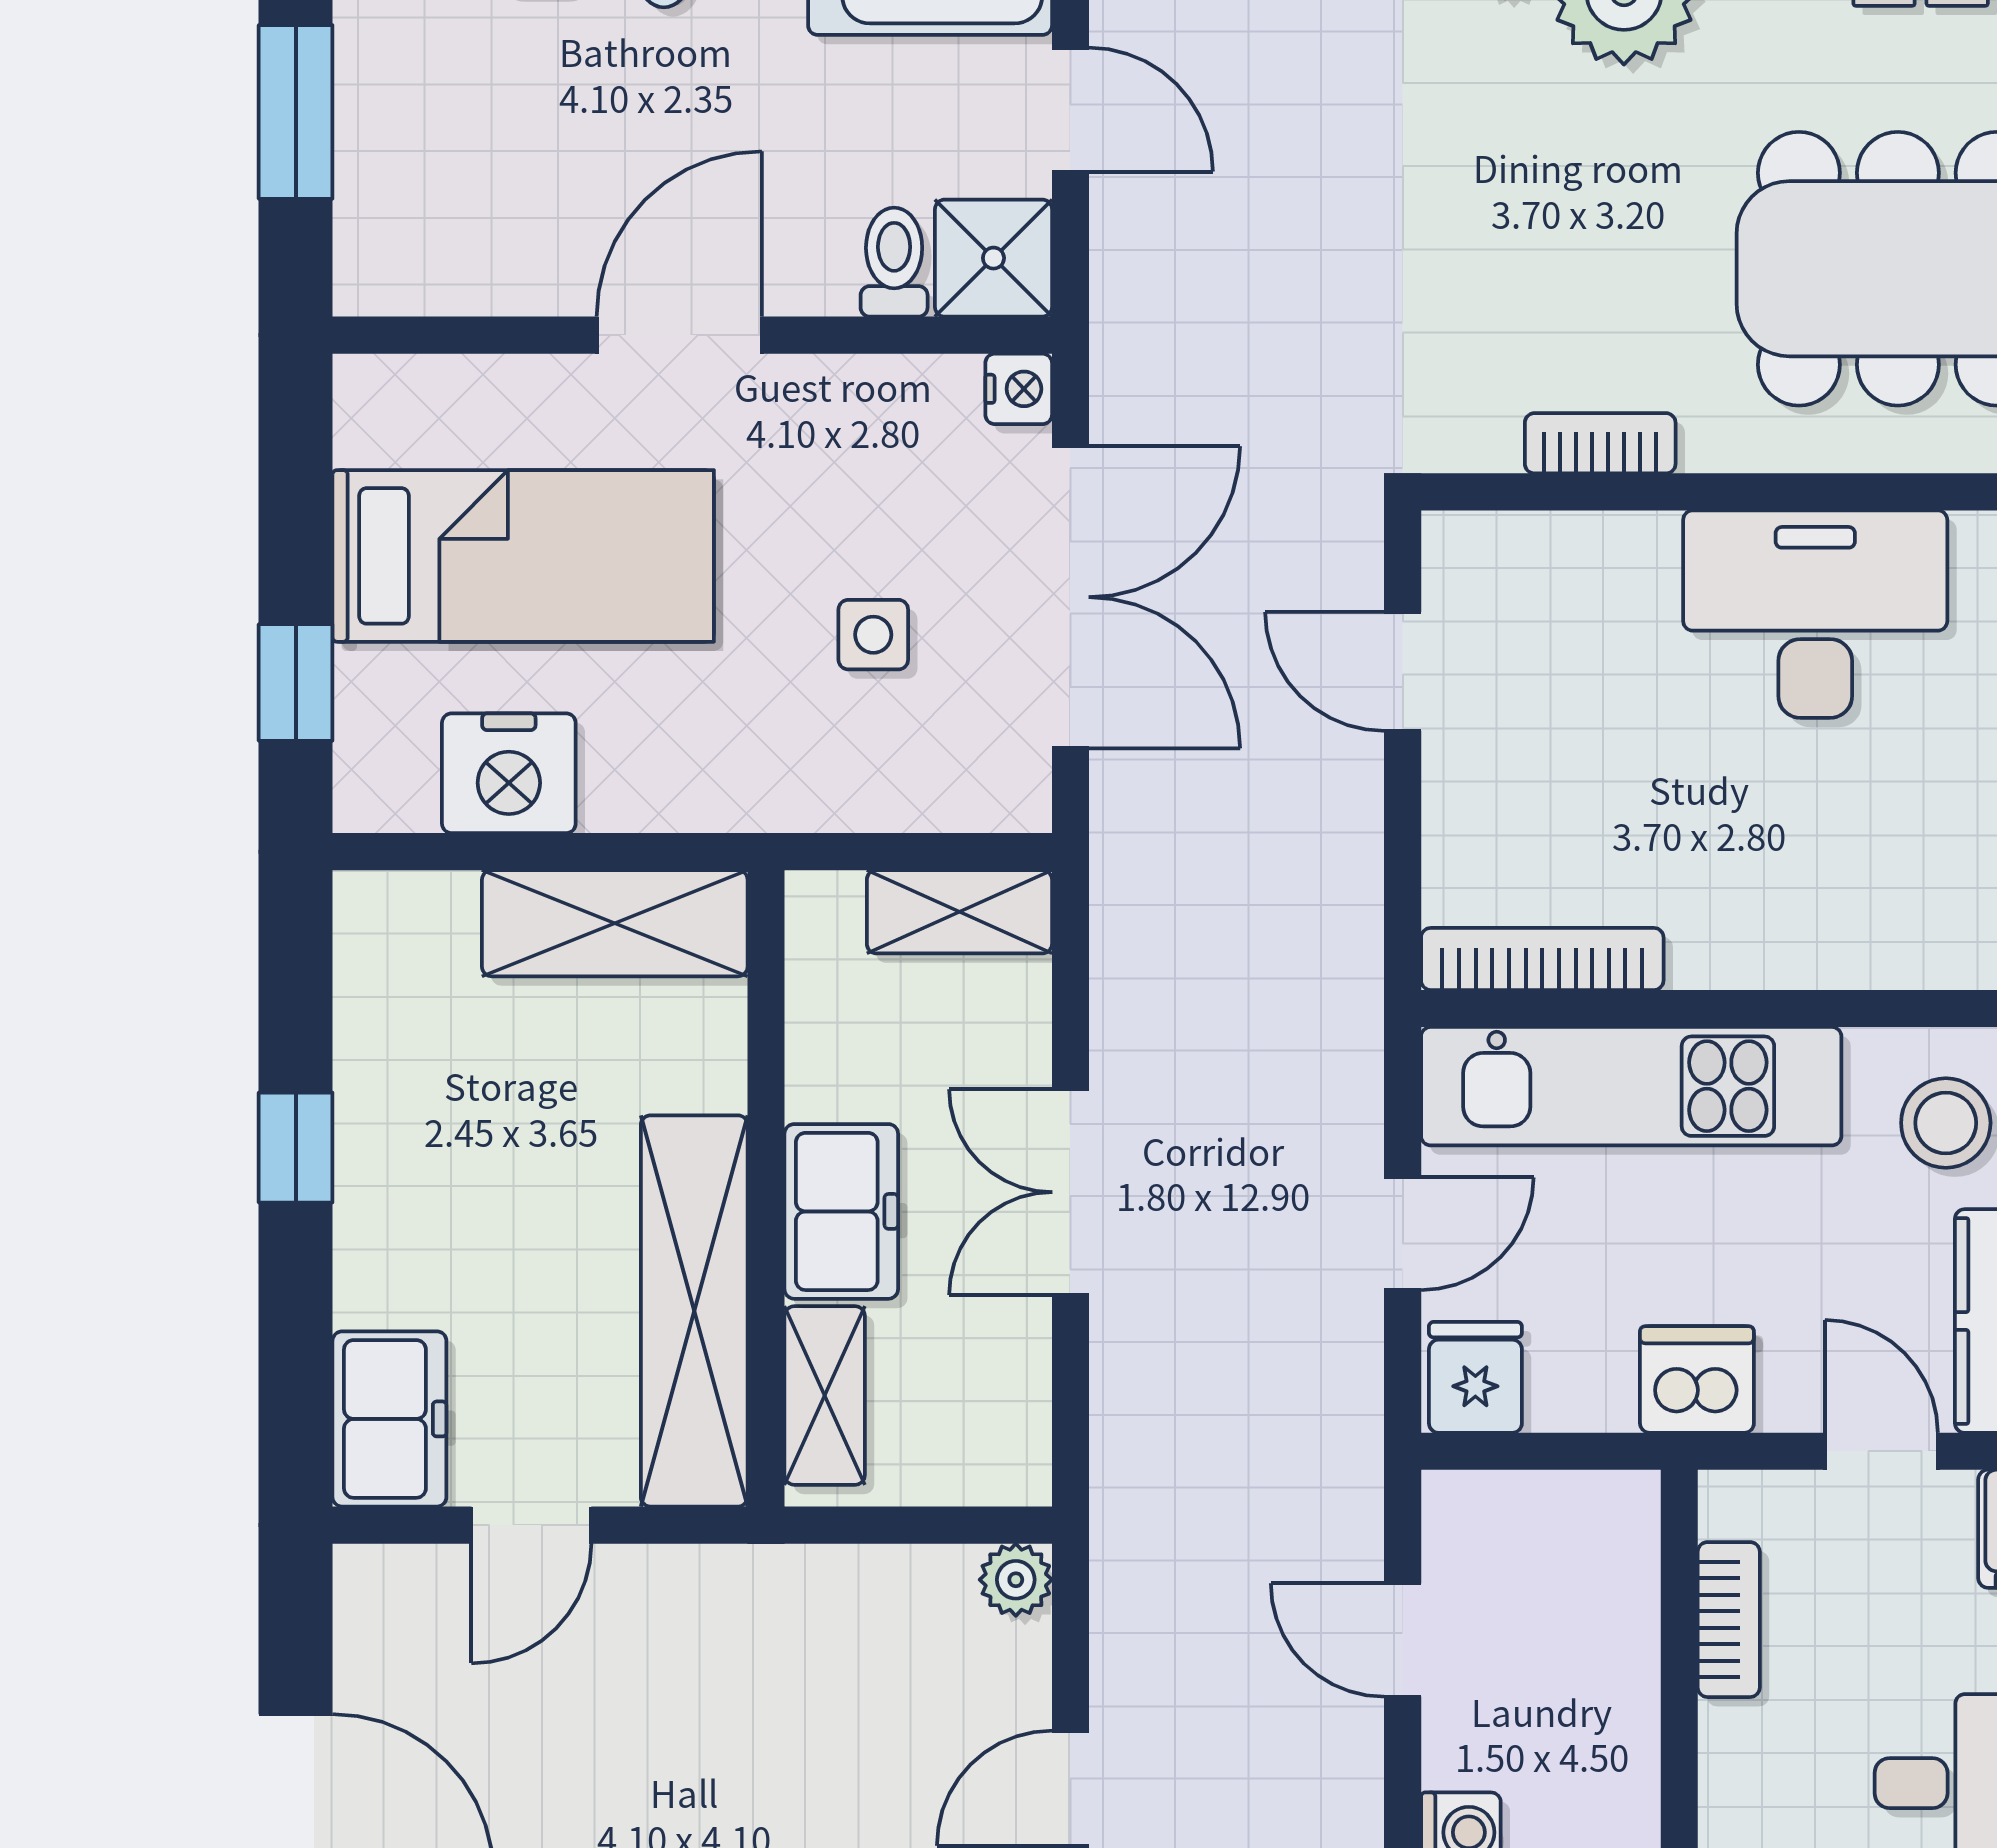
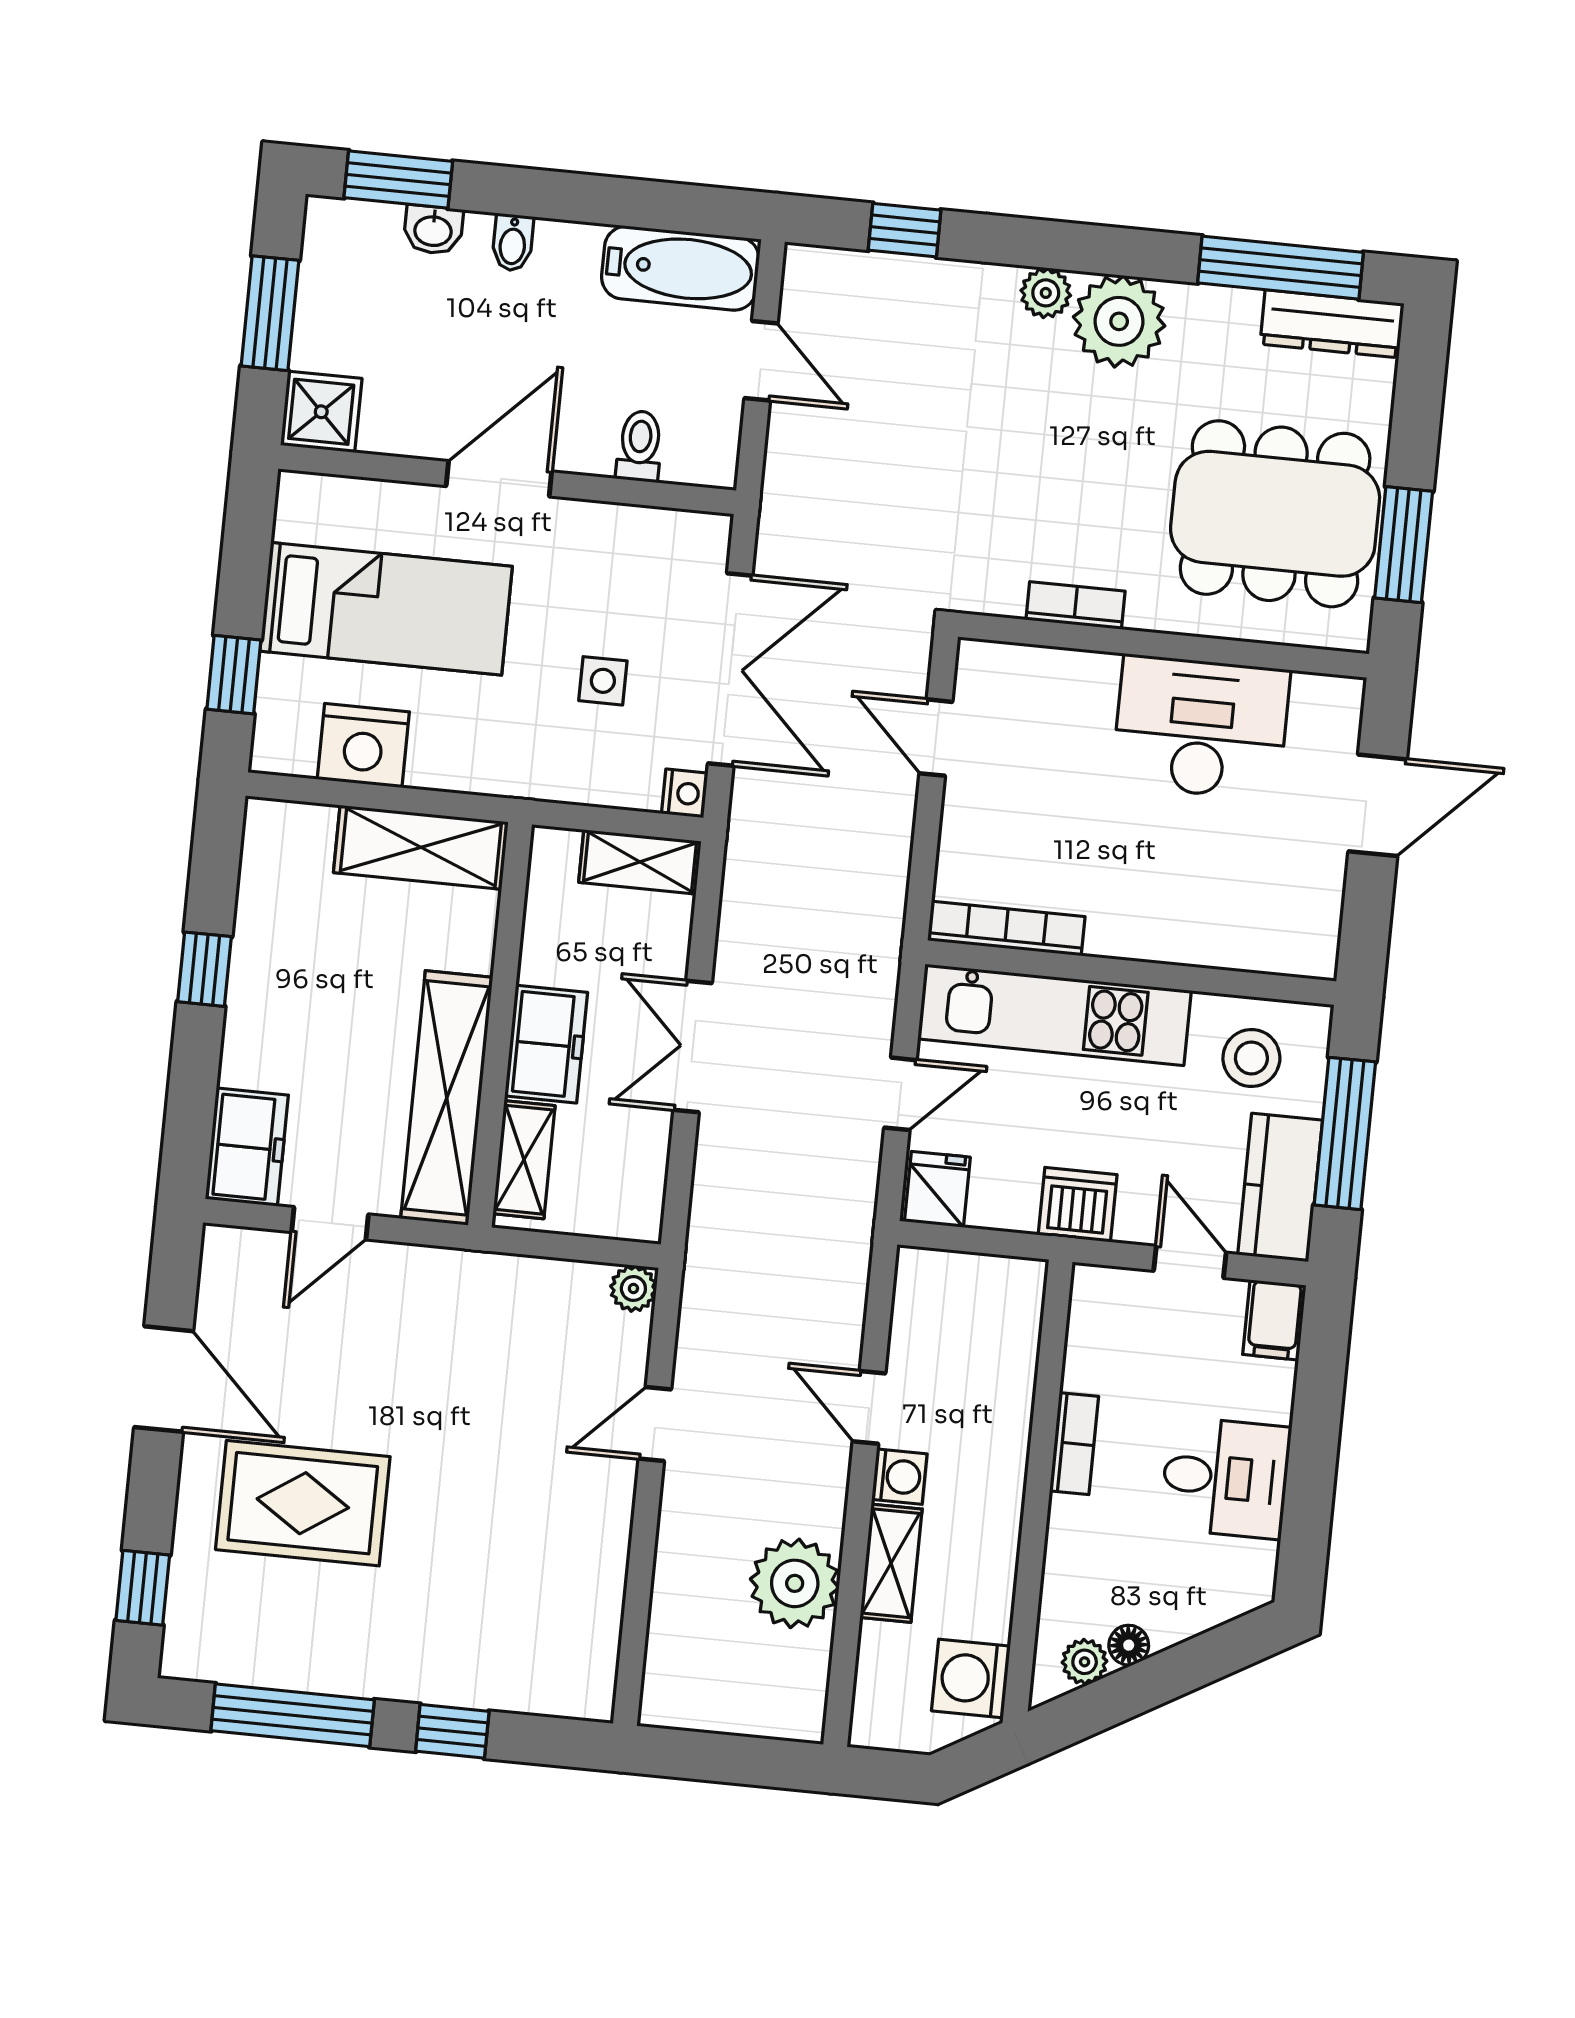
shower: (993, 258) -> (321, 412), moved
nightstand: (1019, 389) -> (685, 793), moved
bookcase: (1729, 1620) -> (1074, 1444), moved
door: (1403, 1640) -> (869, 1407), moved

